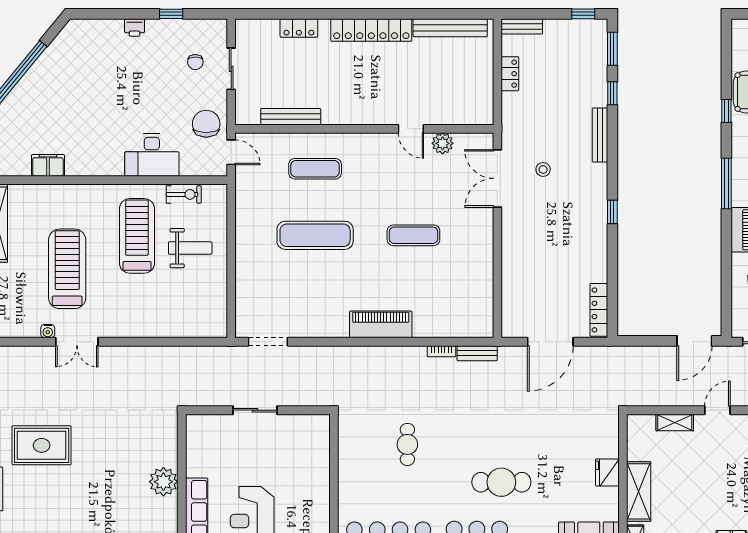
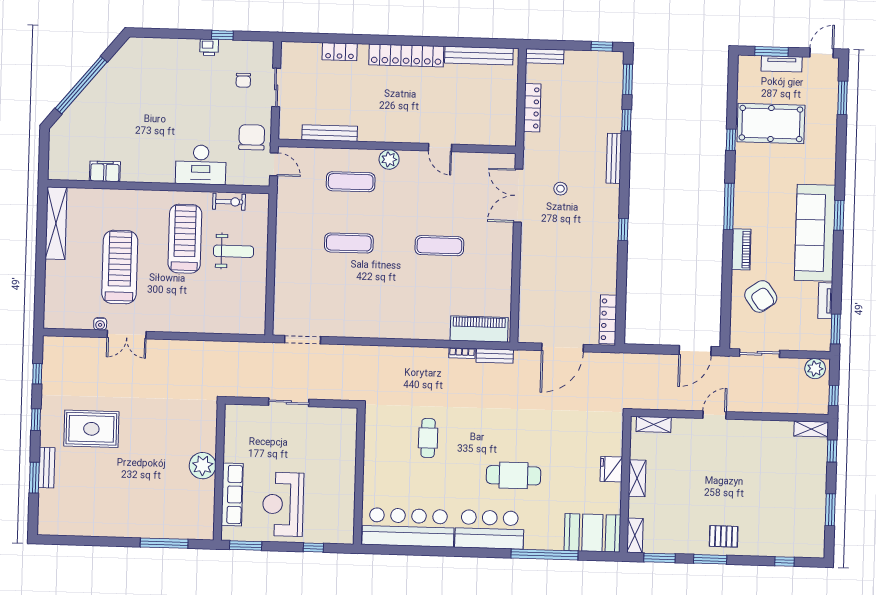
printer: (135, 27) -> (209, 47), moved
locker: (510, 74) -> (532, 108), width x1.53
plant: (443, 143) -> (389, 159), moved
exercise mat: (315, 235) -> (349, 243), width x0.73, depth x0.69
piano: (381, 324) -> (479, 329), moved
shelving: (675, 422) -> (654, 424), moved
shelving: (639, 491) -> (637, 478), width x0.67, depth x0.75

